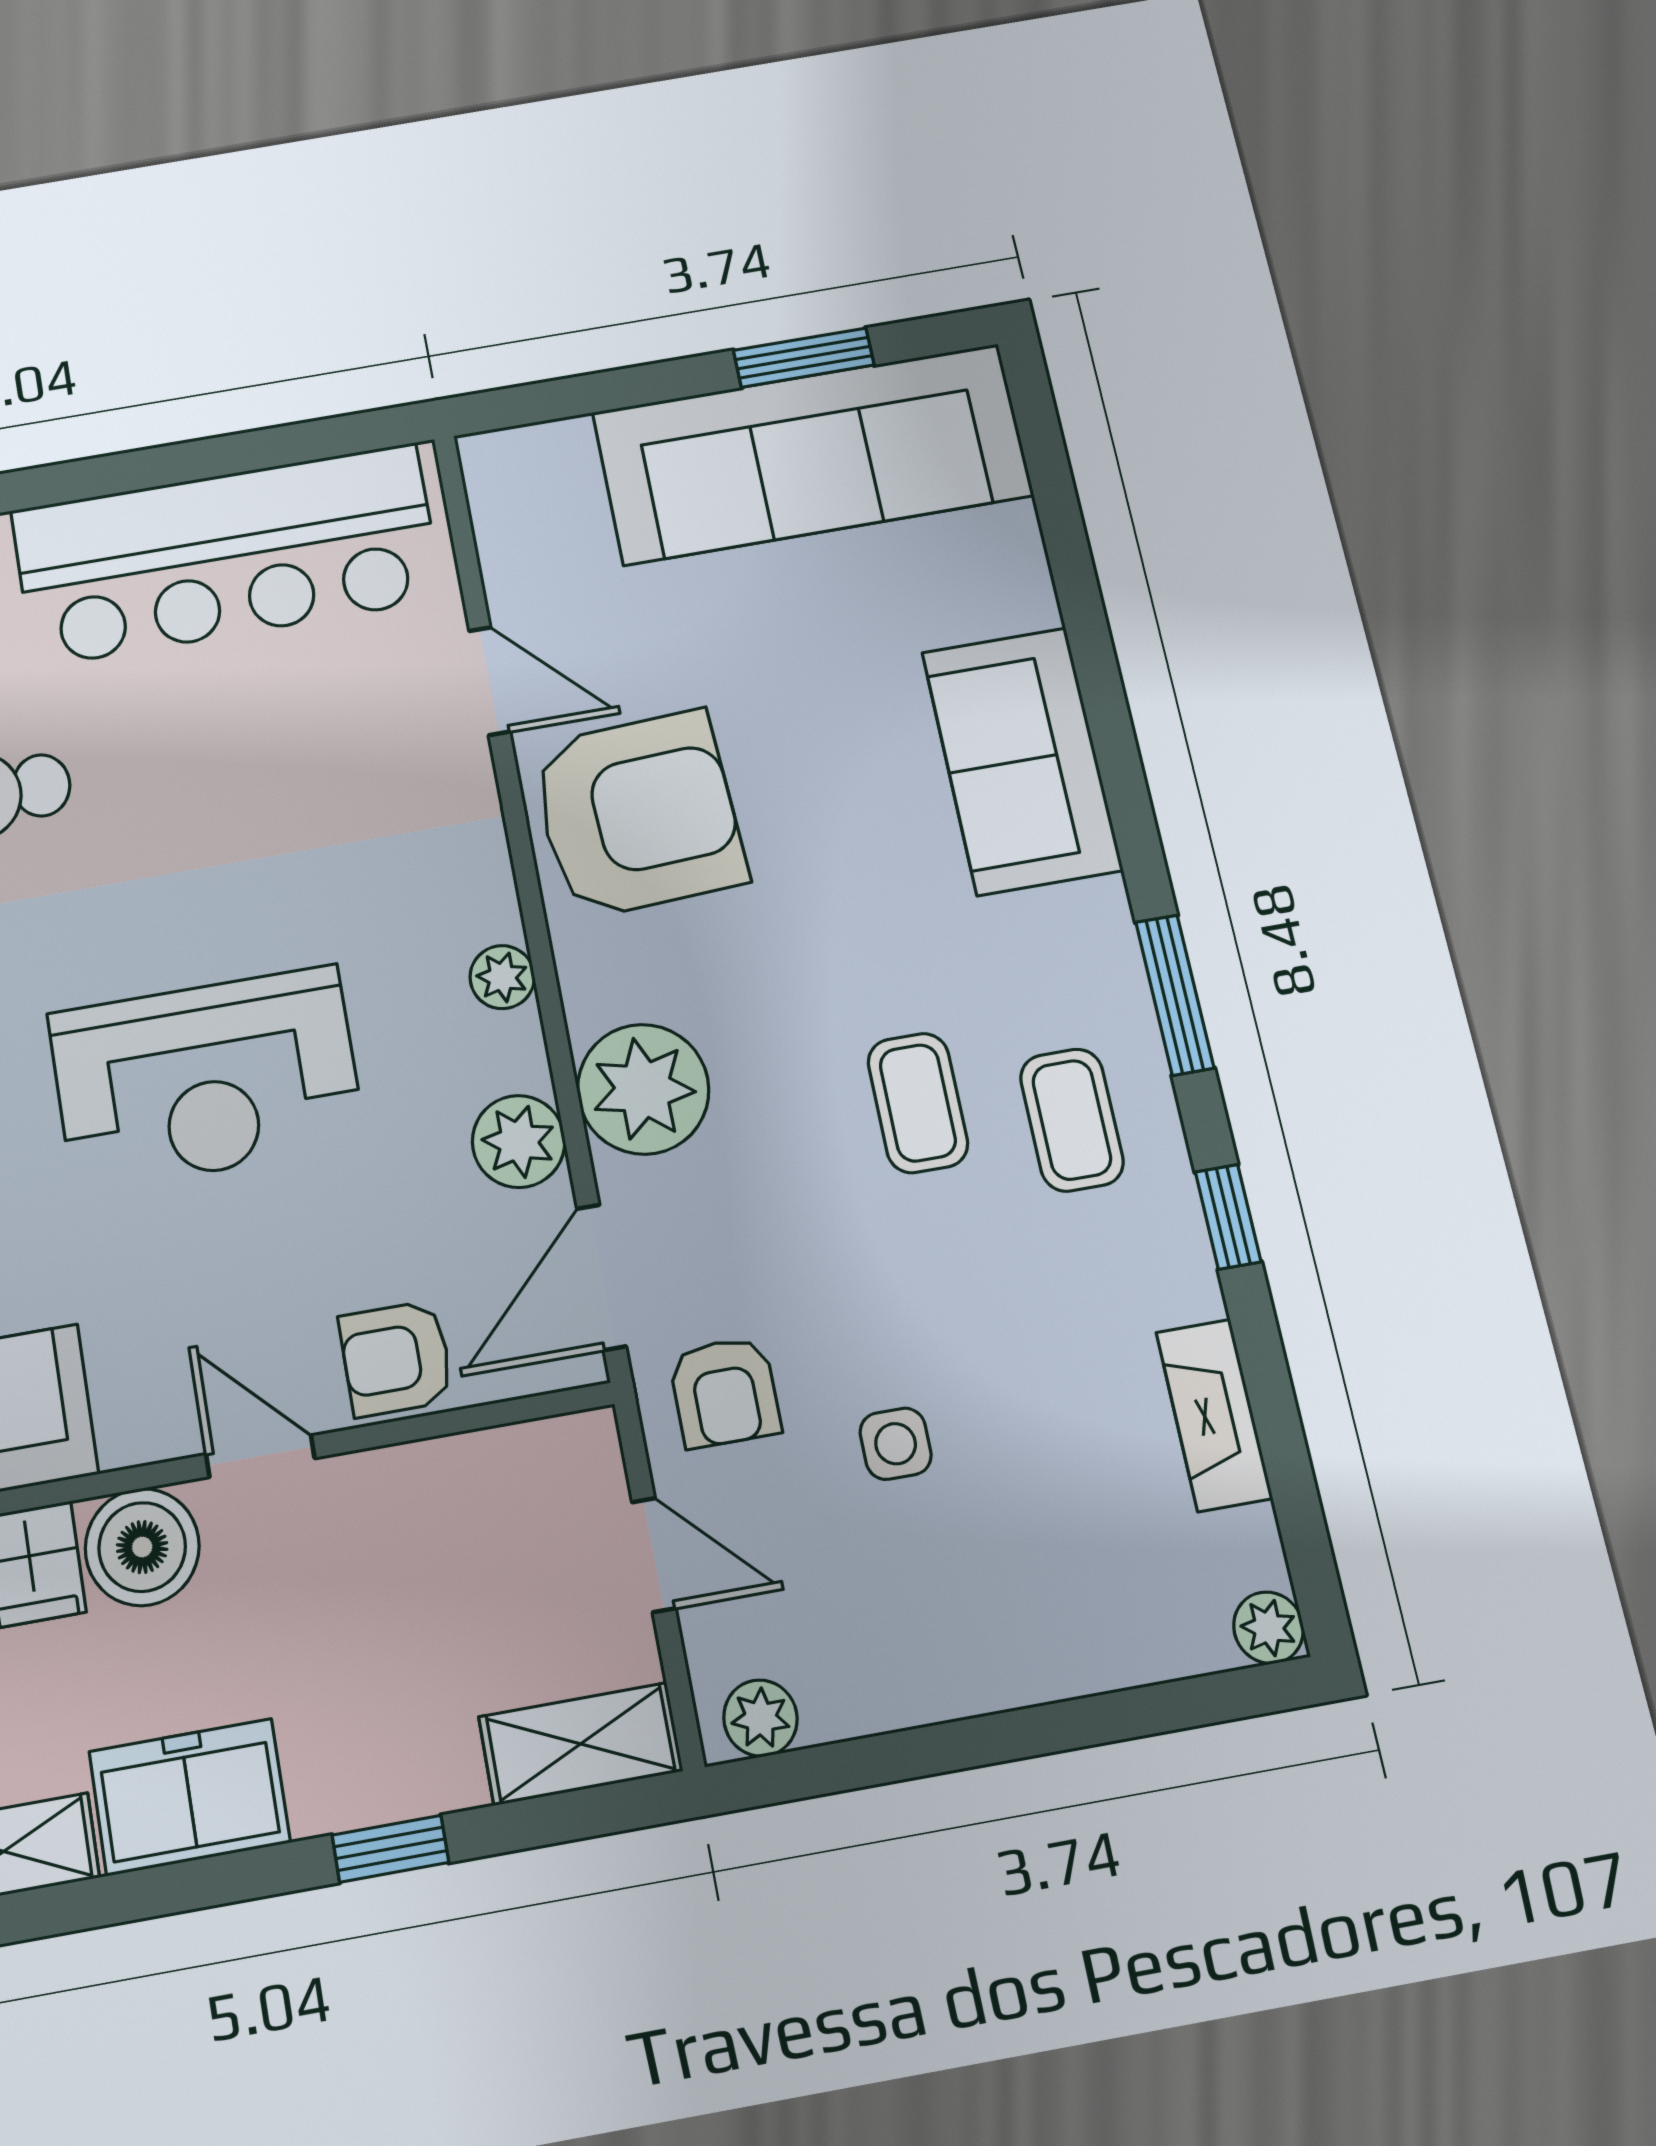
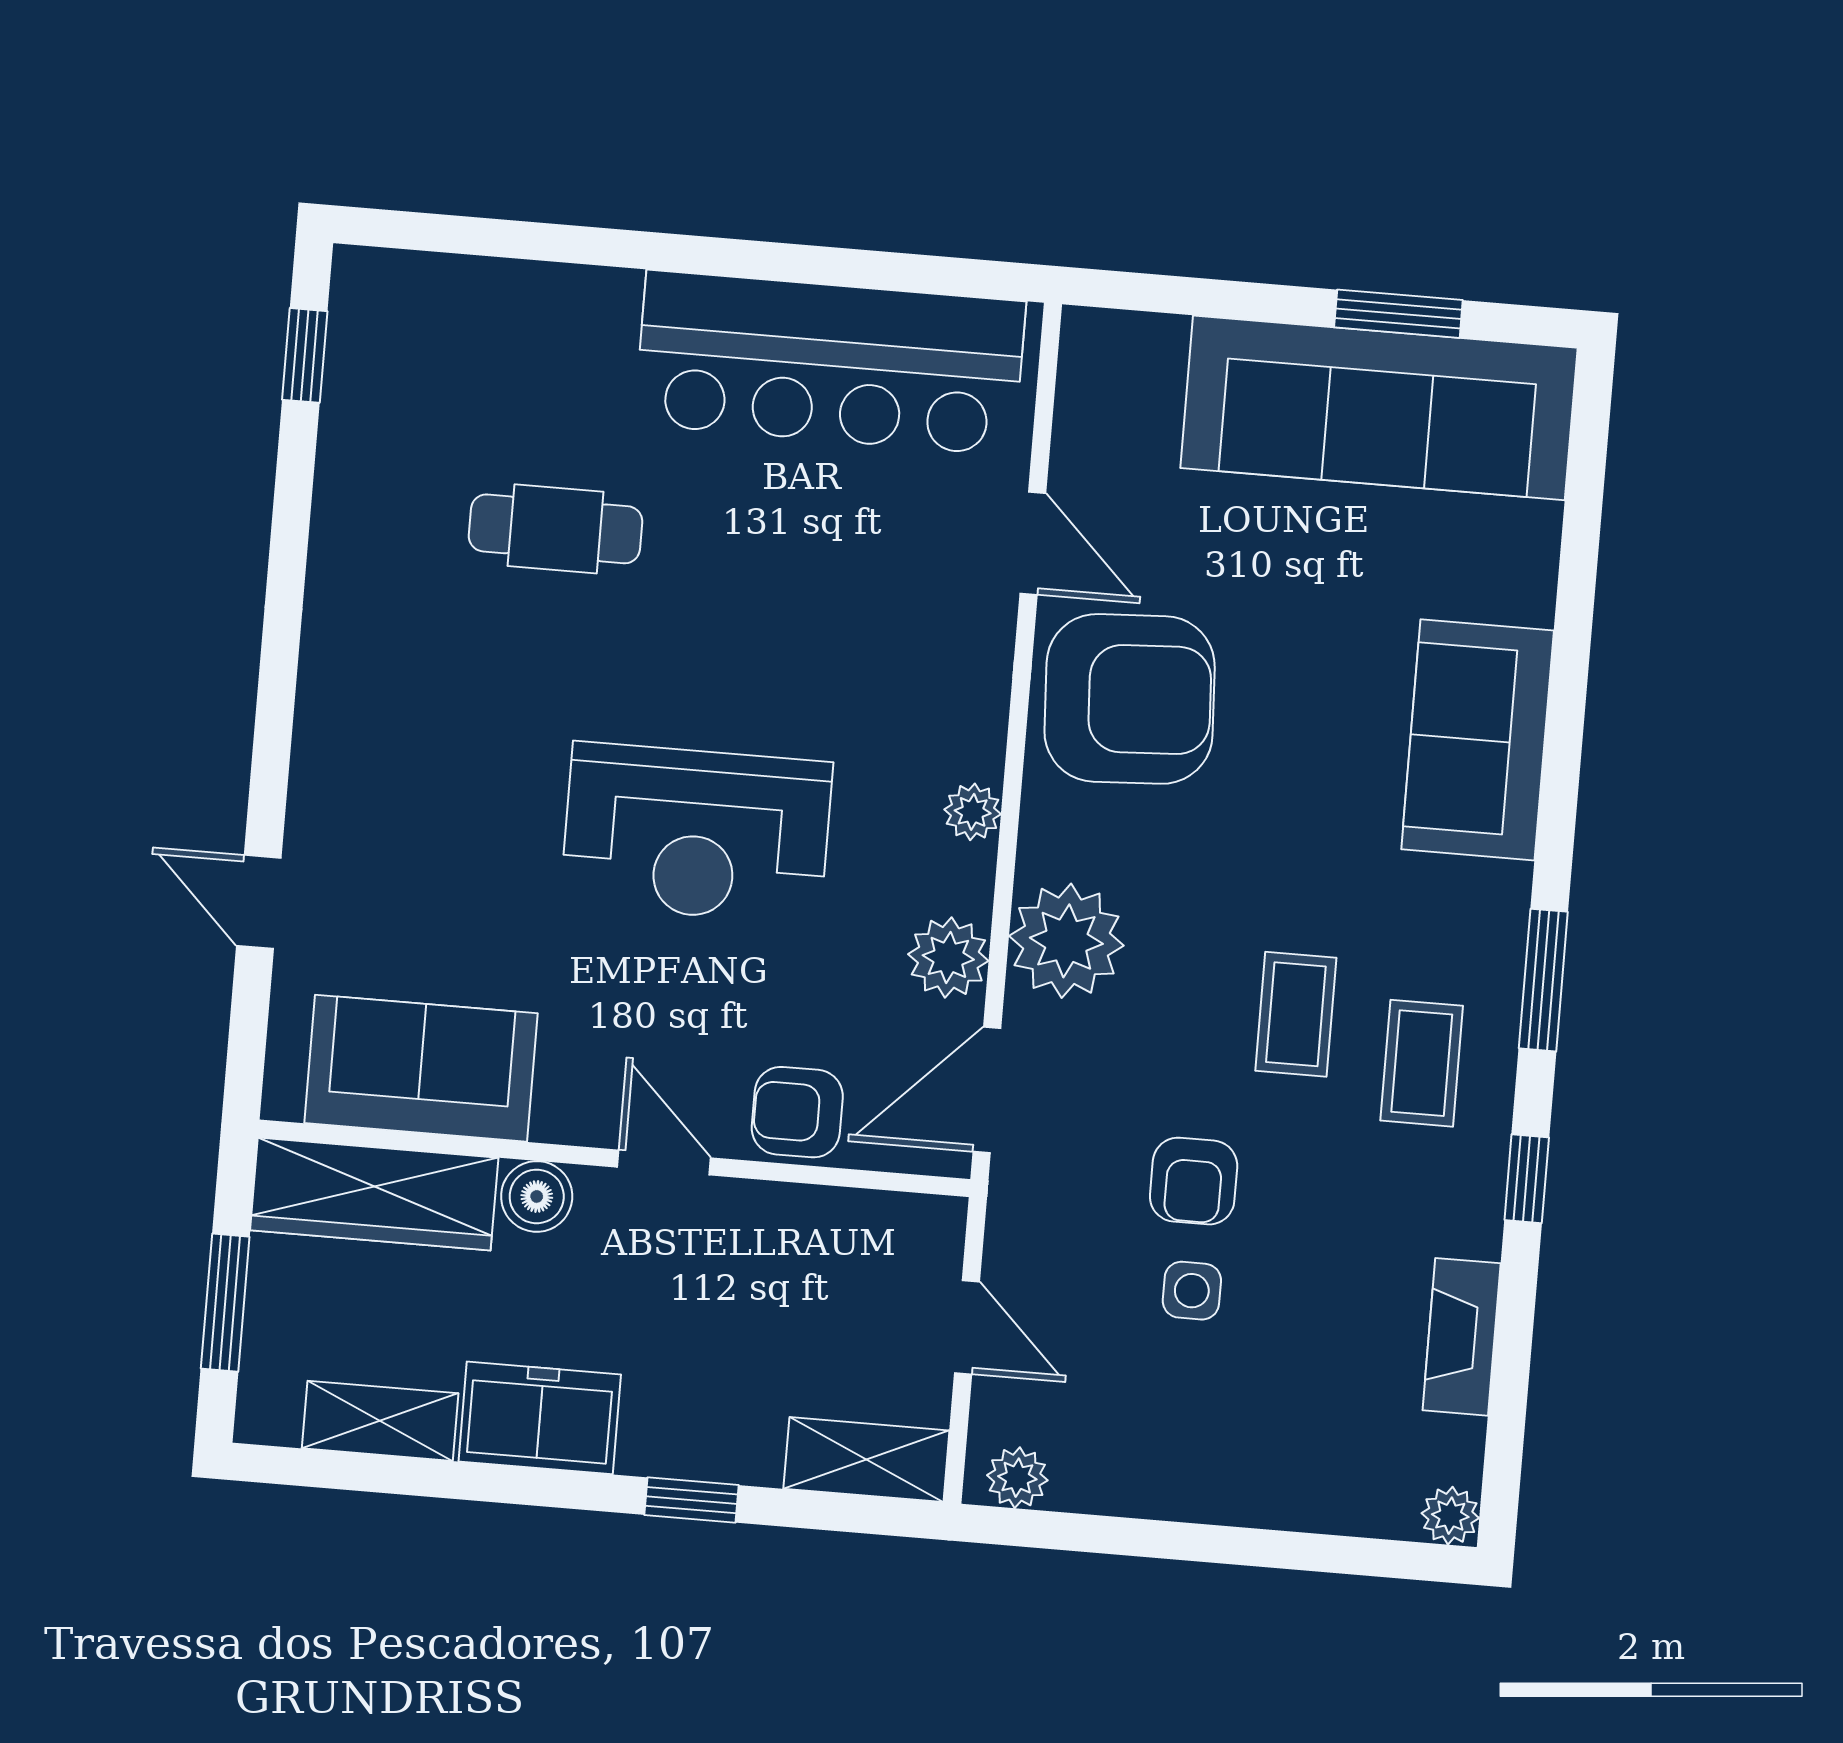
armchair: (725, 1392) -> (1194, 1181), moved
boiler: (142, 1547) -> (537, 1196), width x0.73, depth x0.73

